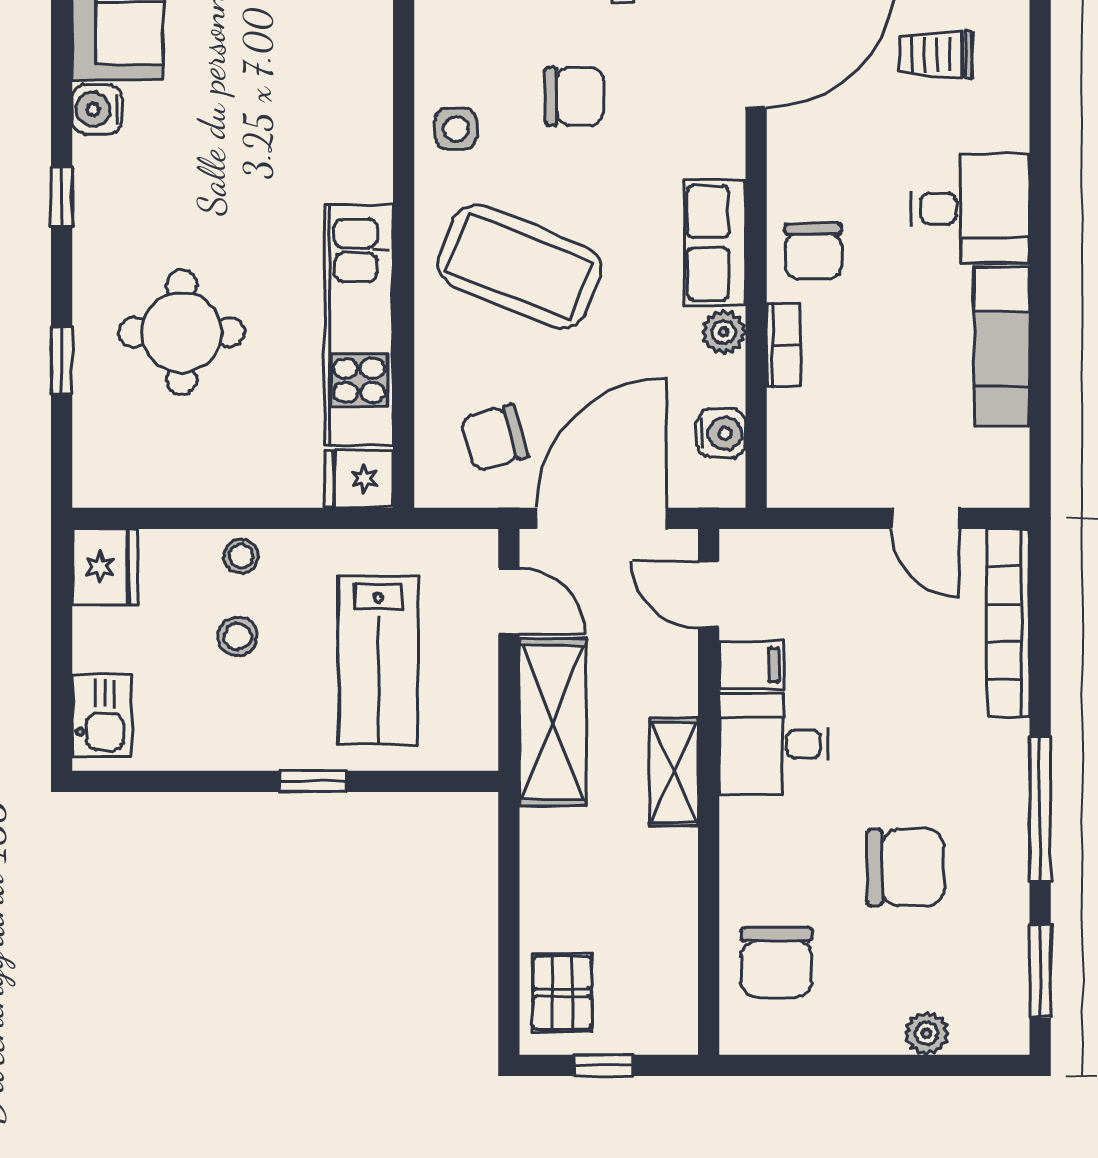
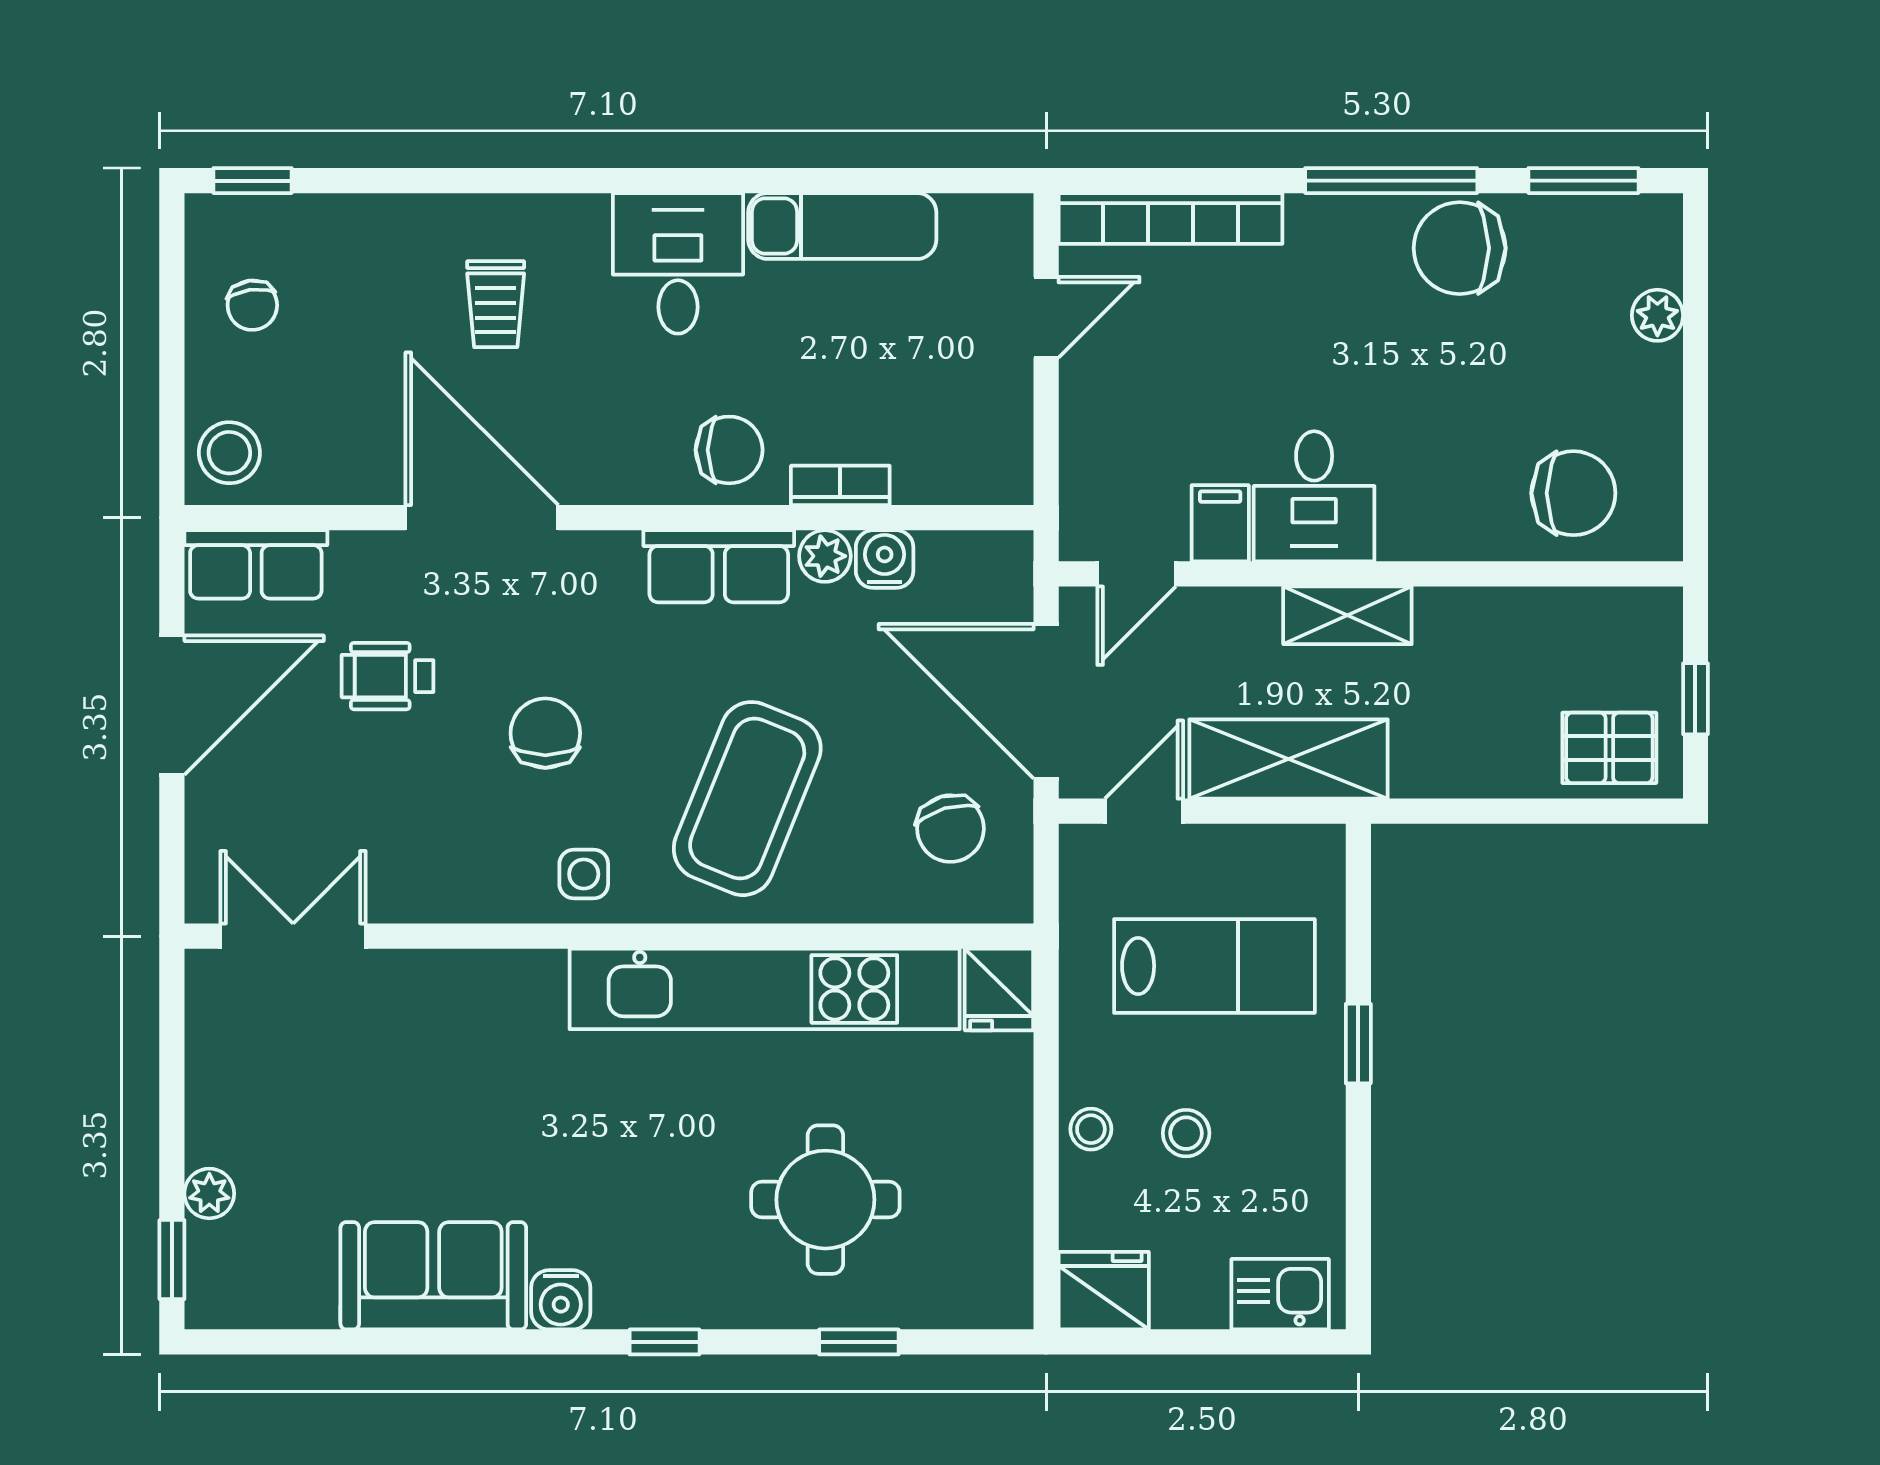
kitchen unit: (359, 325) -> (765, 989), width x1.36
water cooler: (721, 433) -> (885, 559), moved
chair: (906, 868) -> (1460, 248), moved, turned -90

